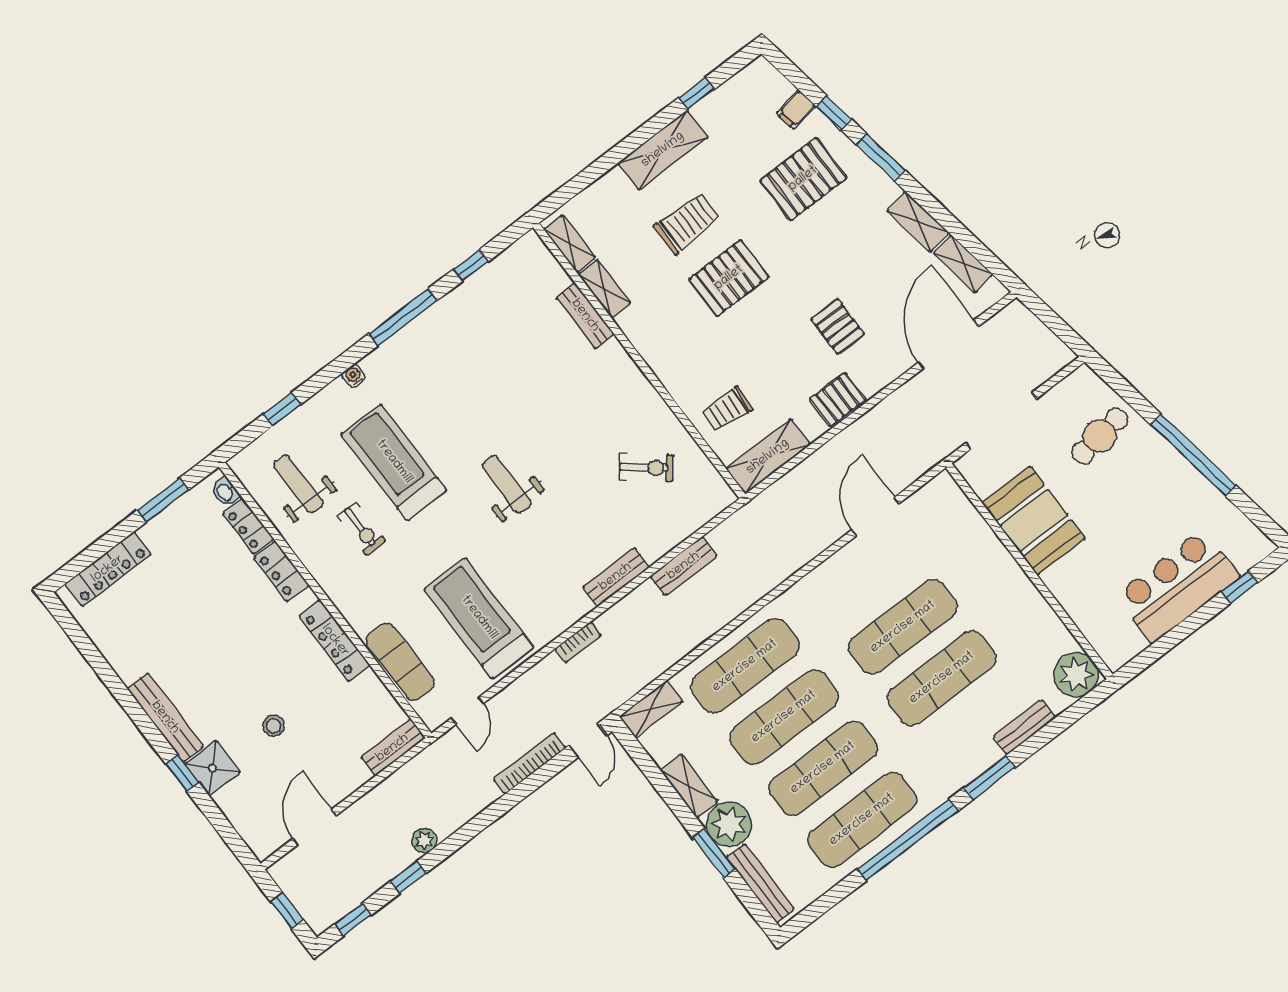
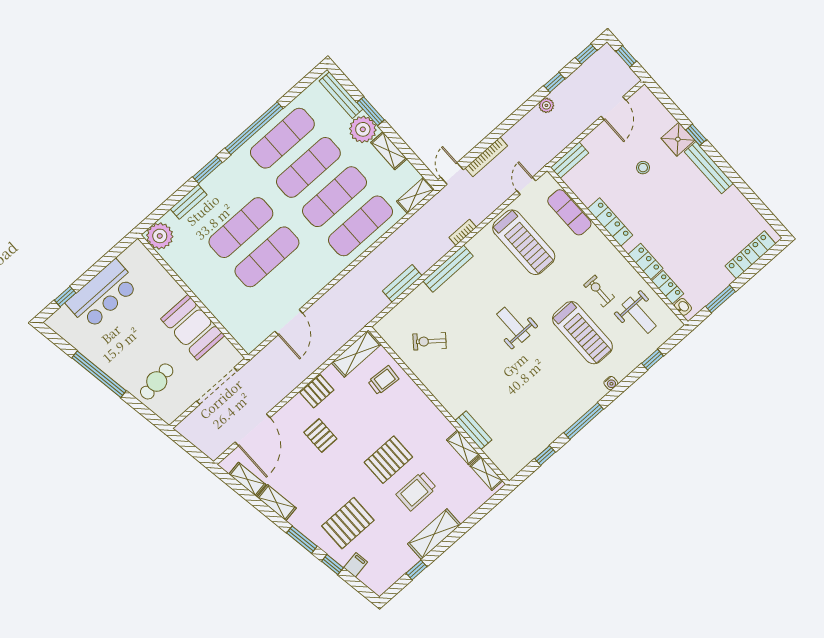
weight bench: (507, 484) -> (513, 325), turned 180
bench: (616, 577) -> (448, 269), width x1.36

